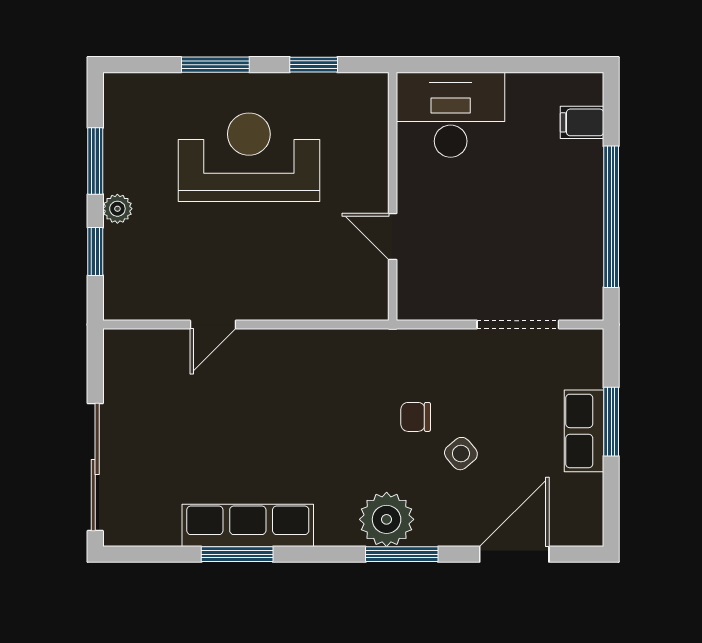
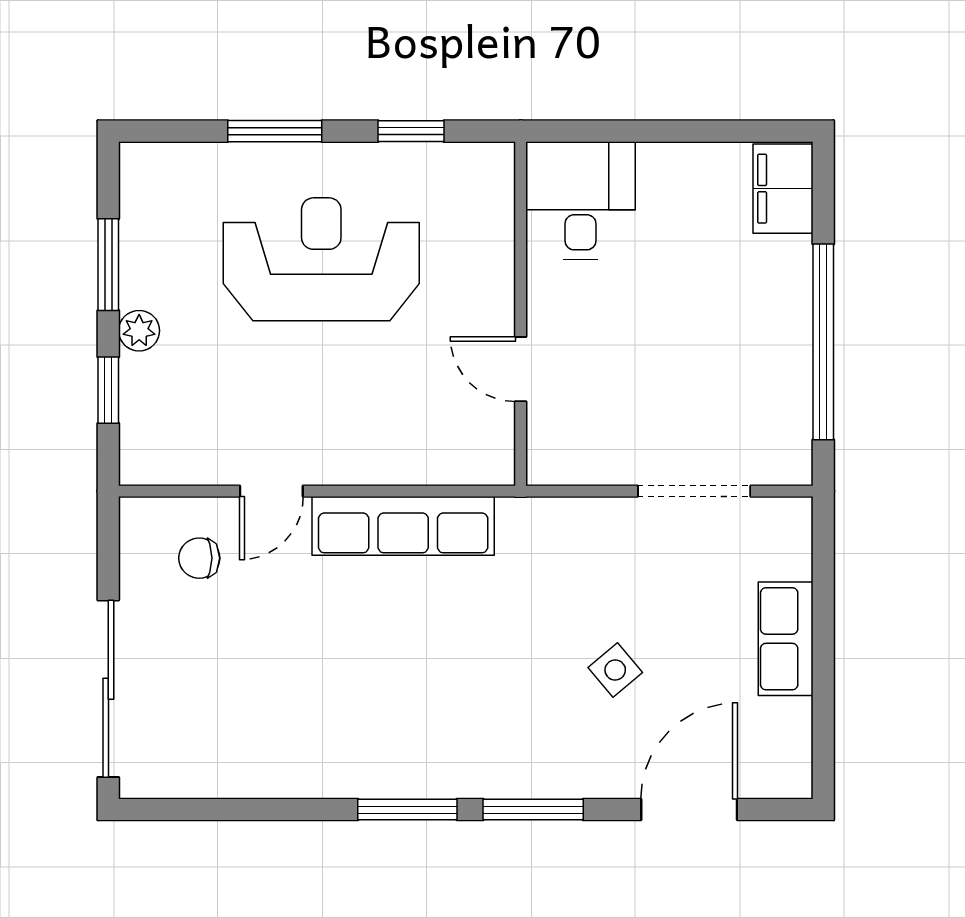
desk: (451, 115) -> (580, 200), width x0.73
filing cabinet: (582, 122) -> (783, 189), width x2.00
chair: (416, 417) -> (199, 558), moved
window: (611, 422) -> (823, 626), removed
plant: (387, 519) -> (512, 761), removed
row of seats: (248, 525) -> (403, 526), moved, turned 180
window: (237, 554) -> (407, 810), moved

